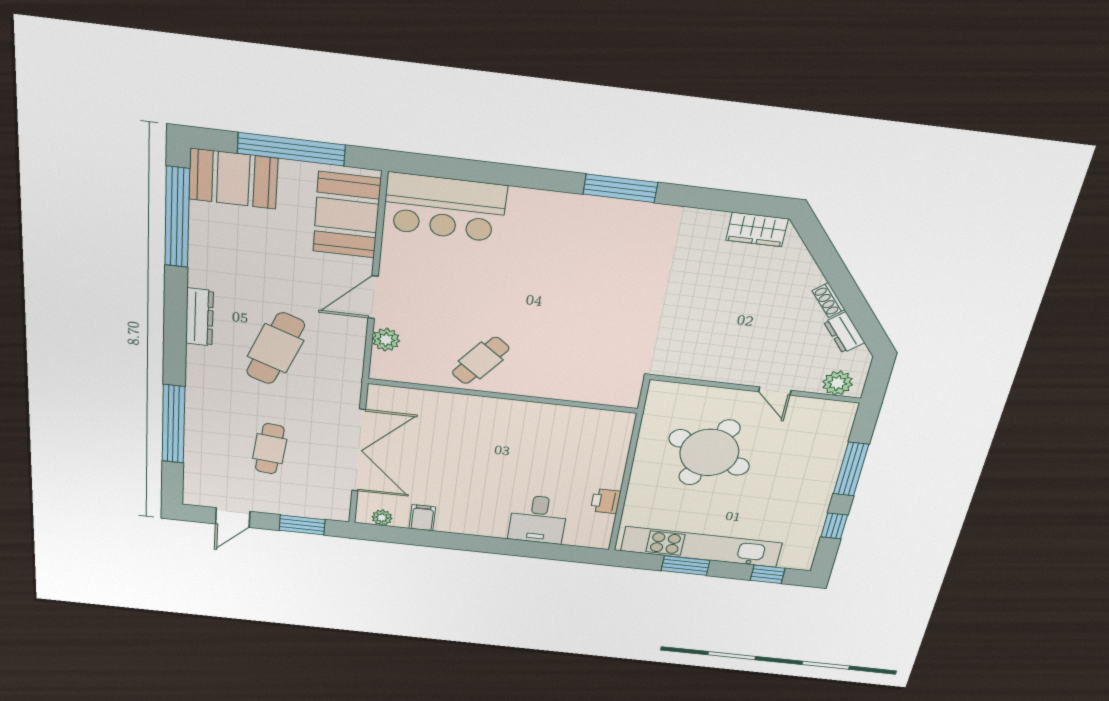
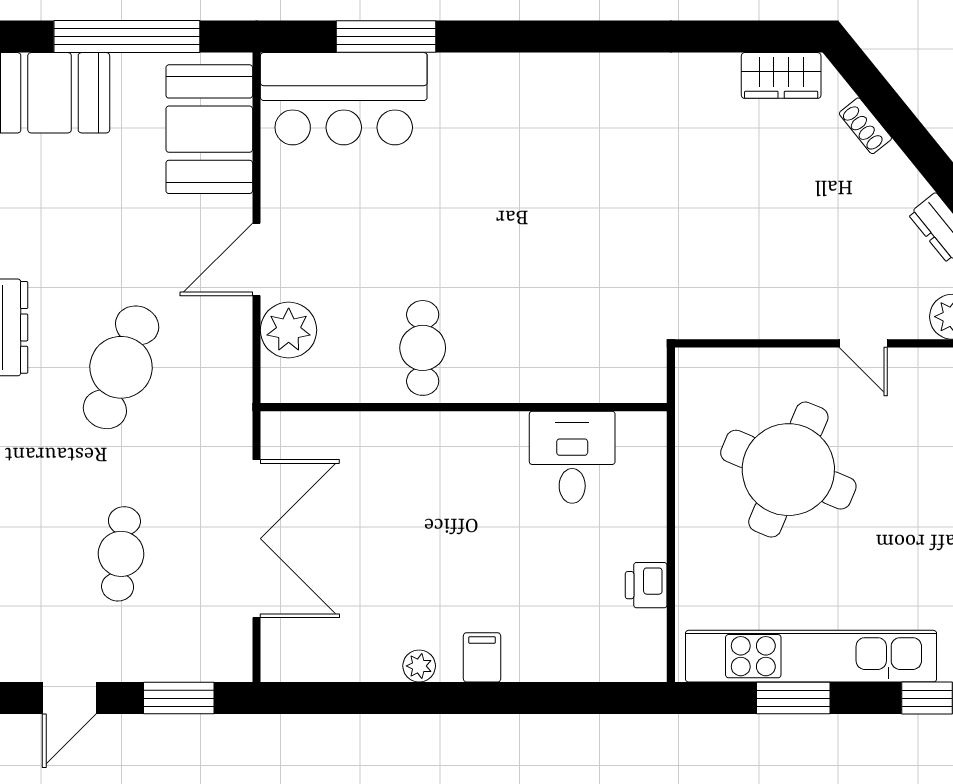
window: (620, 188) -> (386, 37), moved
shoe rack: (829, 300) -> (865, 126), moved
plant: (386, 340) -> (289, 330), width x1.36, depth x1.36
cafe table: (481, 360) -> (423, 348), turned -38
plant: (382, 518) -> (419, 666), moved
filing cabinet: (422, 518) -> (482, 657), moved
desk: (538, 519) -> (572, 457), moved, turned 180

